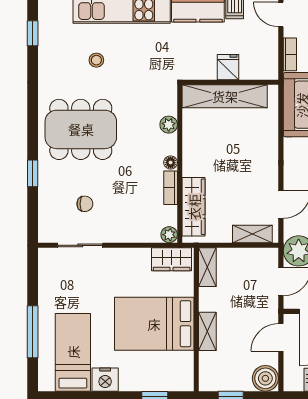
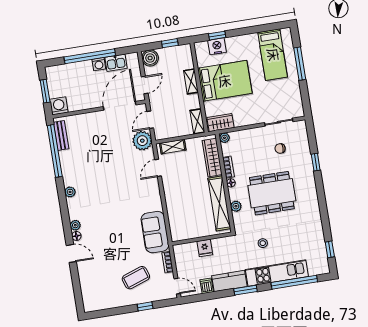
stool: (96, 60) -> (263, 243), moved
shelving: (225, 96) -> (219, 203), moved, turned 90
dining table: (81, 129) -> (272, 193), moved
nightstand: (105, 380) -> (217, 46), moved

